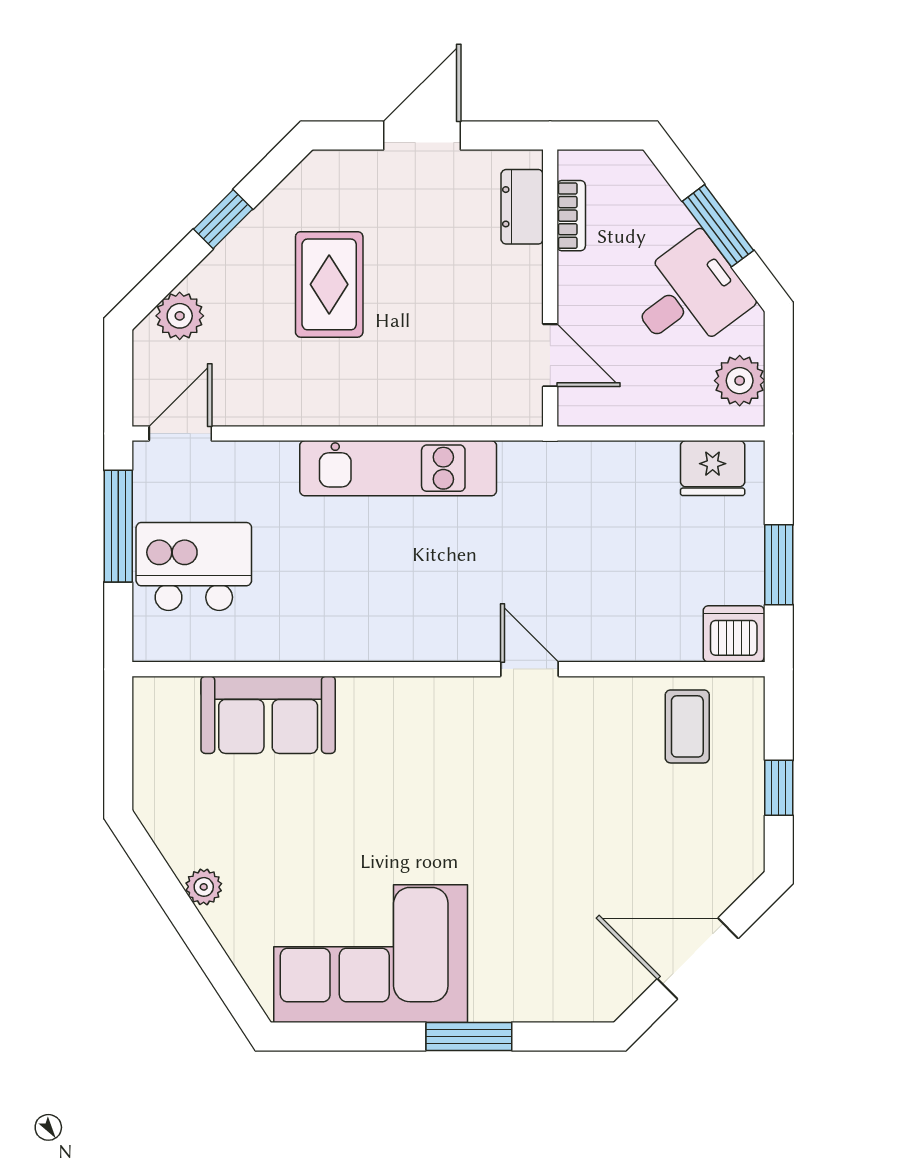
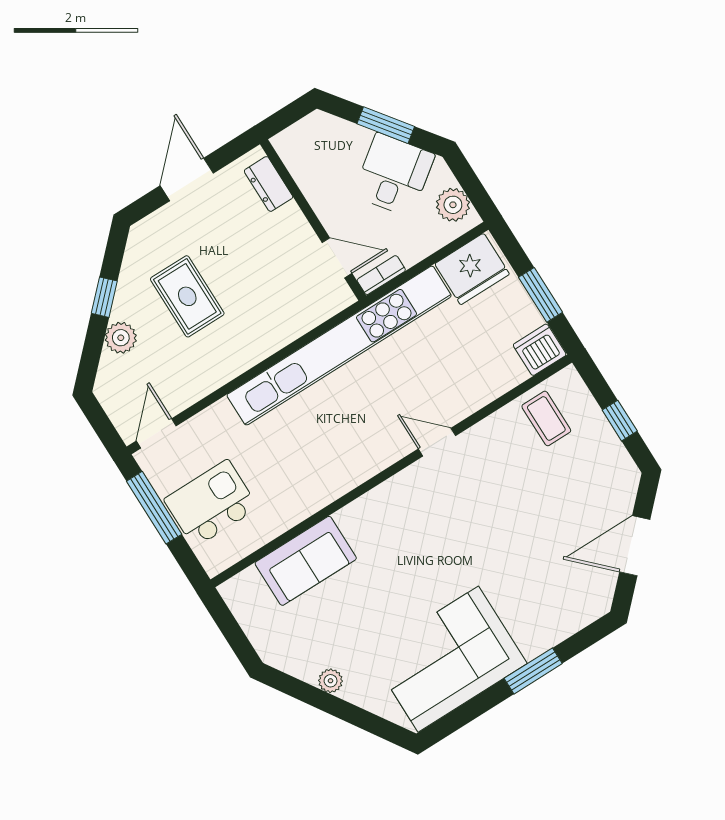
bookcase: (571, 216) -> (381, 275), moved, turned -90
plant: (180, 316) -> (121, 338), moved
kitchen unit: (398, 468) -> (339, 346), width x1.86
fridge: (713, 468) -> (472, 269), width x1.36, depth x1.34

